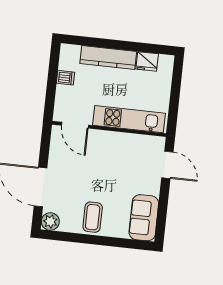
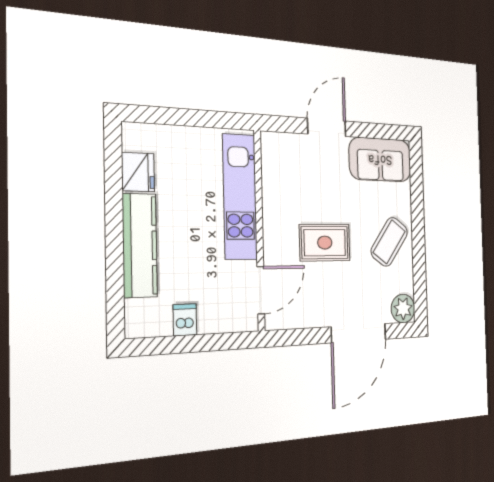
door: (167, 165) -> (327, 127), moved
rug: (97, 171) -> (325, 243), added
coffee table: (93, 217) -> (389, 242), turned -54

